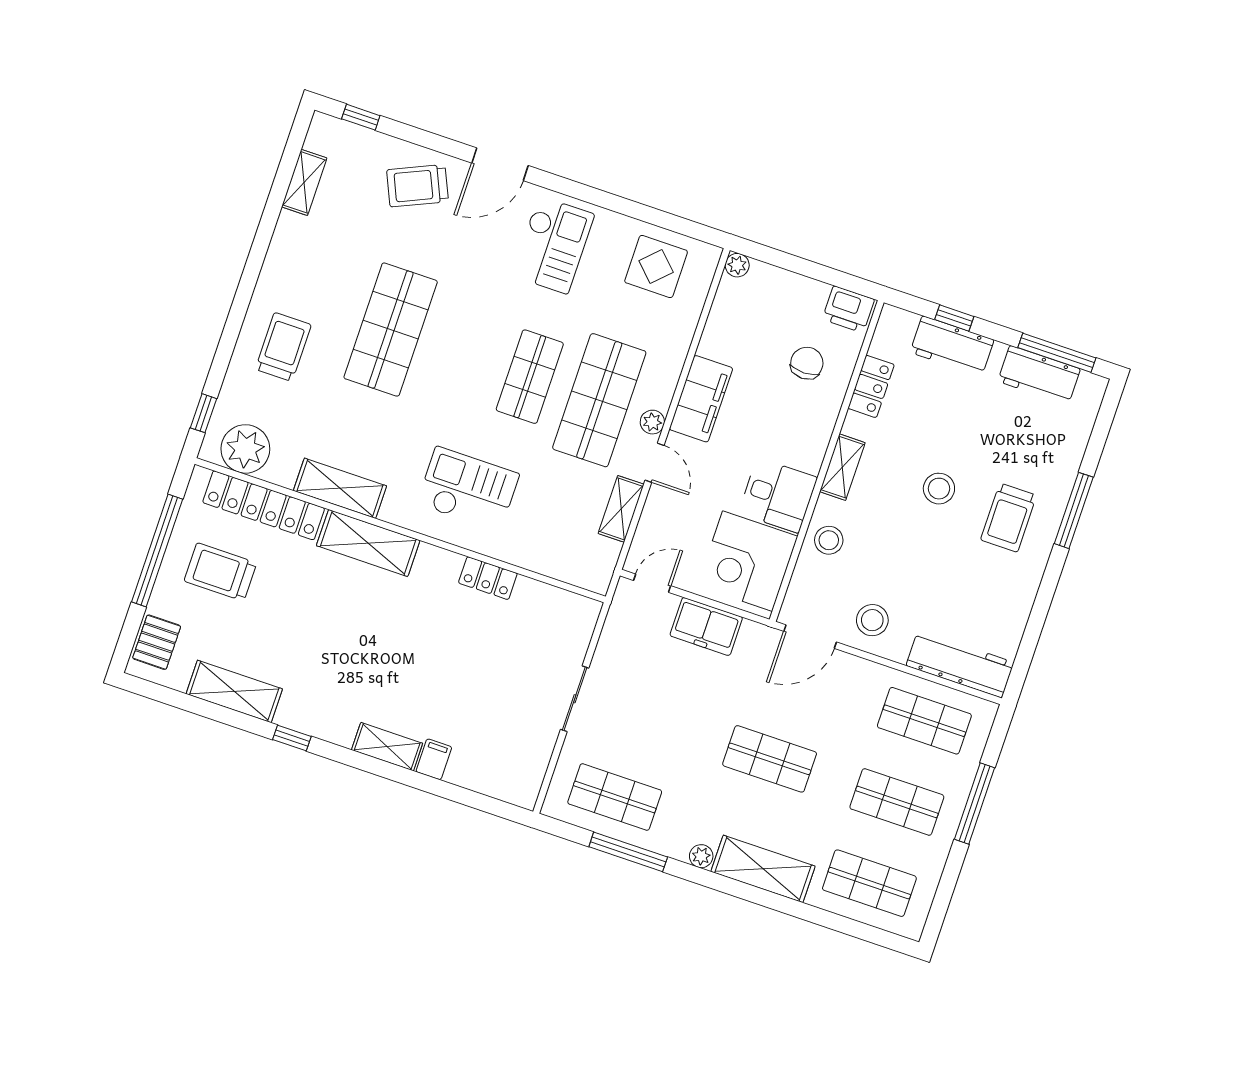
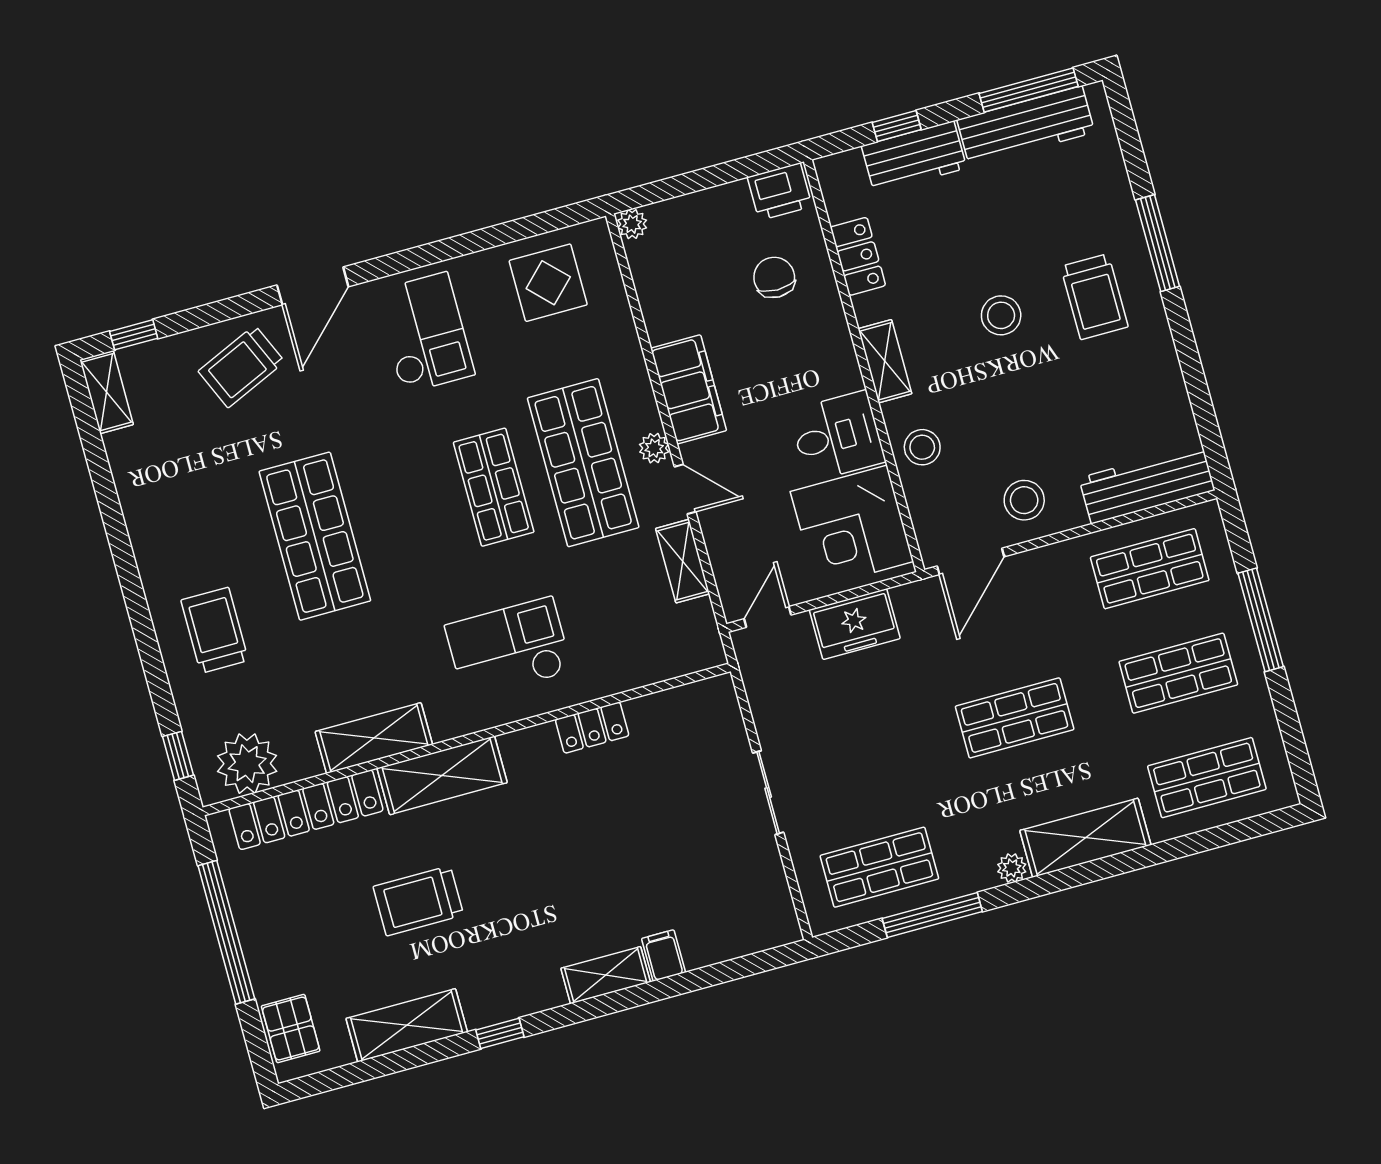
shelving: (304, 182) -> (107, 392), moved
workbench: (1039, 375) -> (1026, 126), width x1.38
trolley: (220, 572) -> (418, 901), moved

